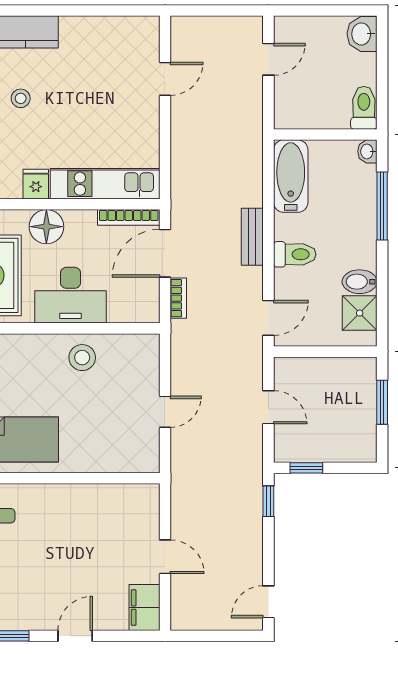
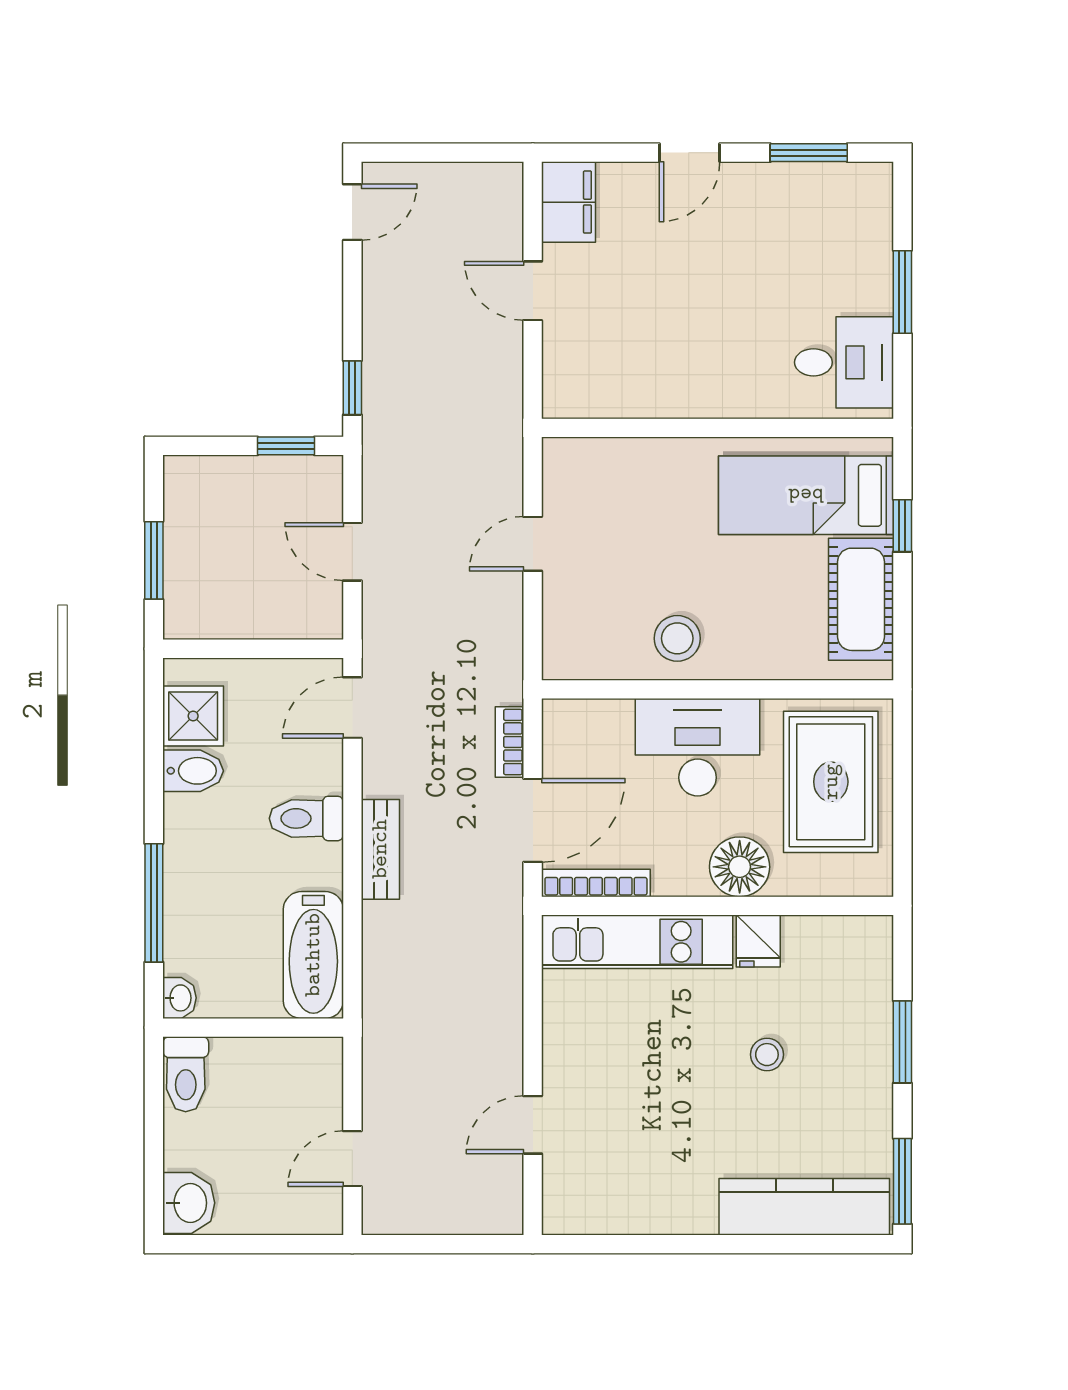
stool: (21, 98) -> (767, 1055), moved

